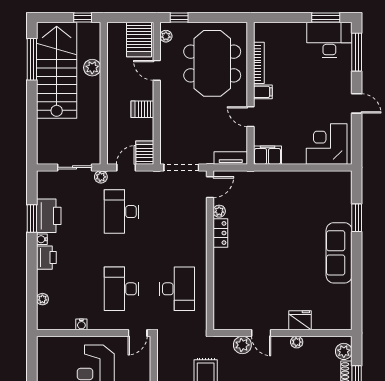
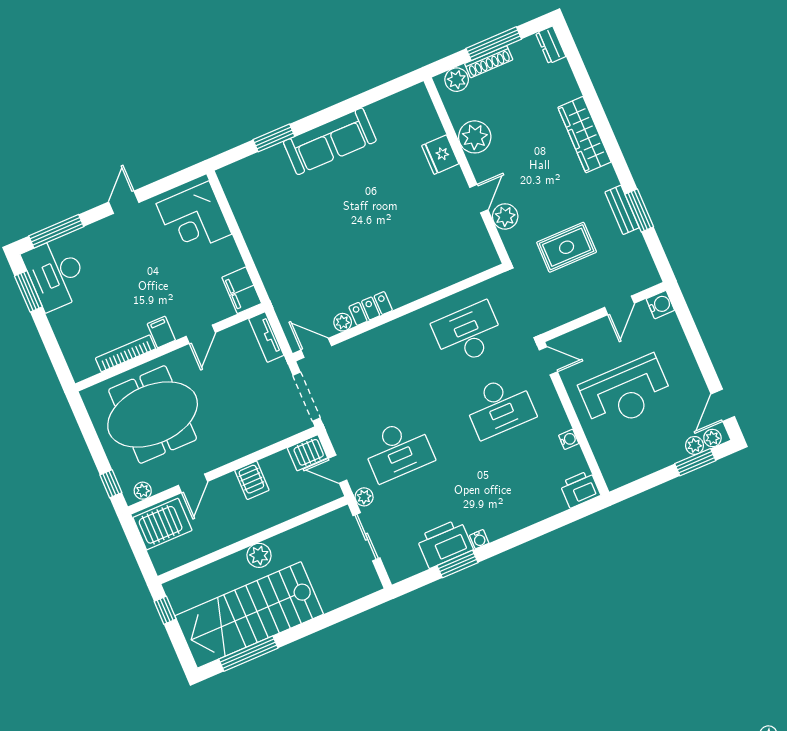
plant: (92, 68) -> (259, 555), moved
printer: (46, 258) -> (580, 489), moved
plant: (42, 299) -> (557, 505), removed
plant: (297, 342) -> (475, 137), width x1.88, depth x1.88

